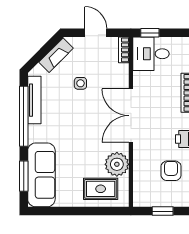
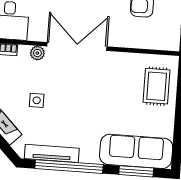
double door: (131, 116) -> (77, 46), swing flipped
plant: (117, 164) -> (37, 53), moved, width x0.53, depth x0.53

